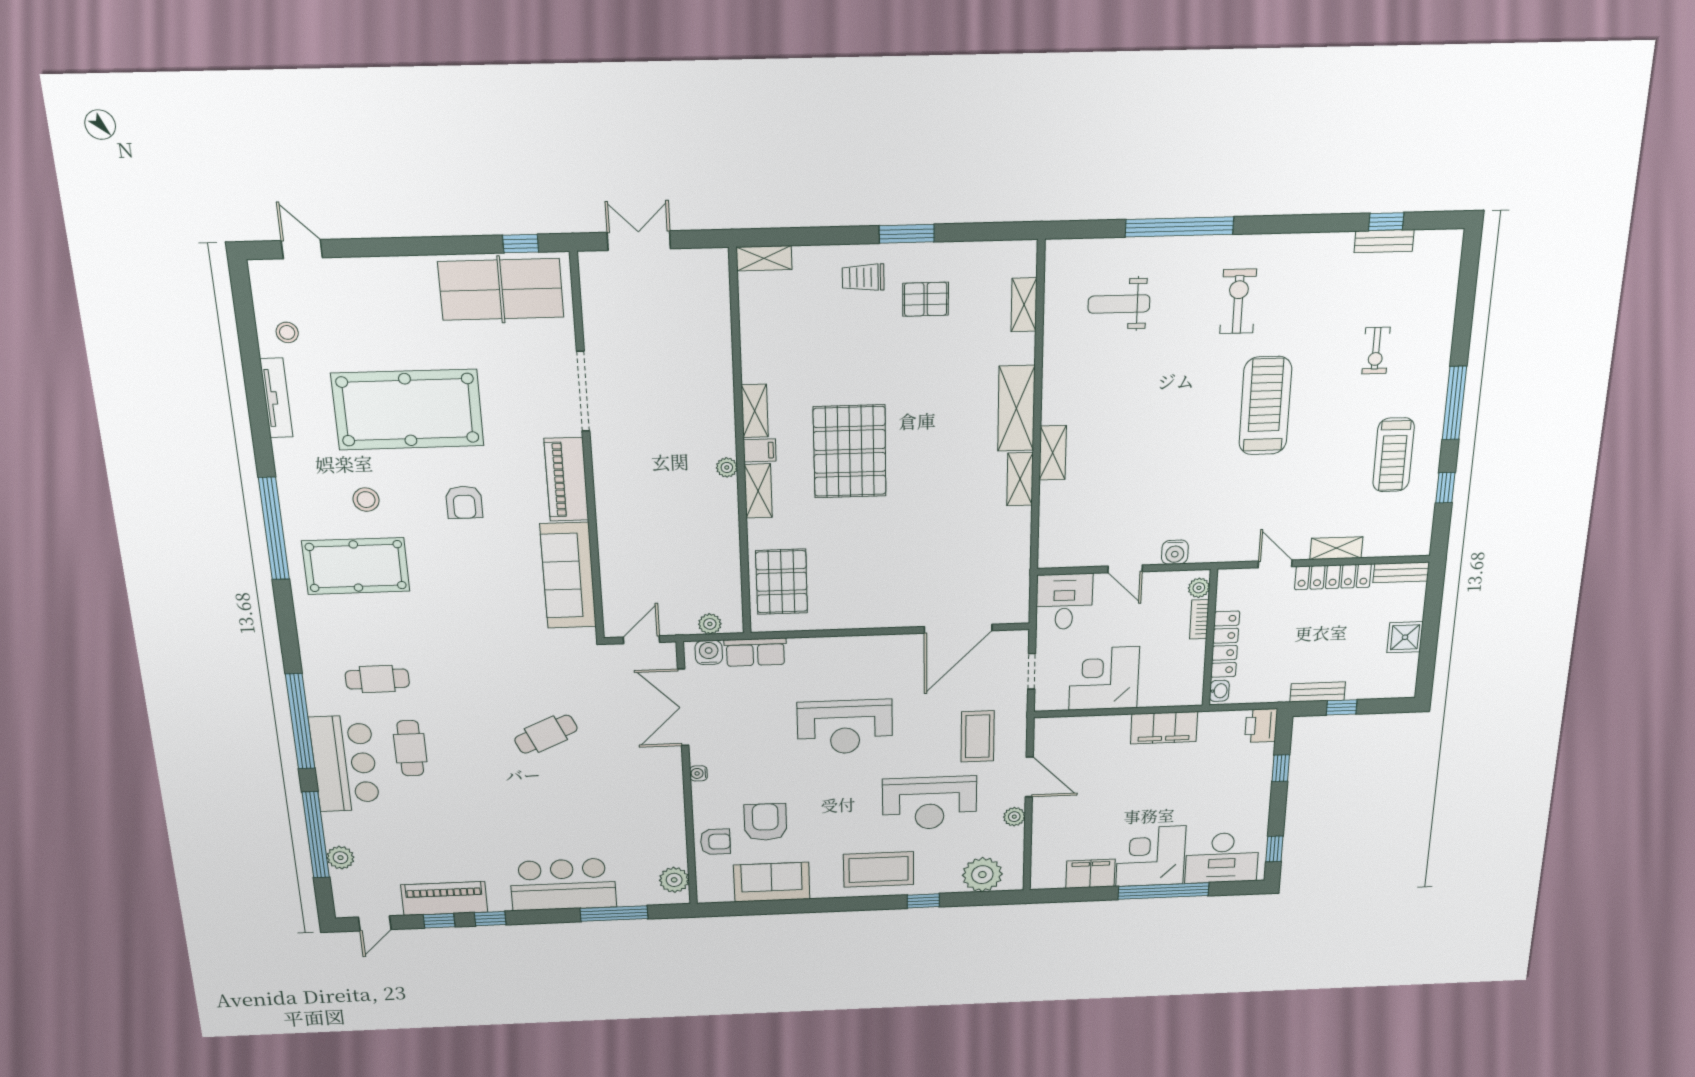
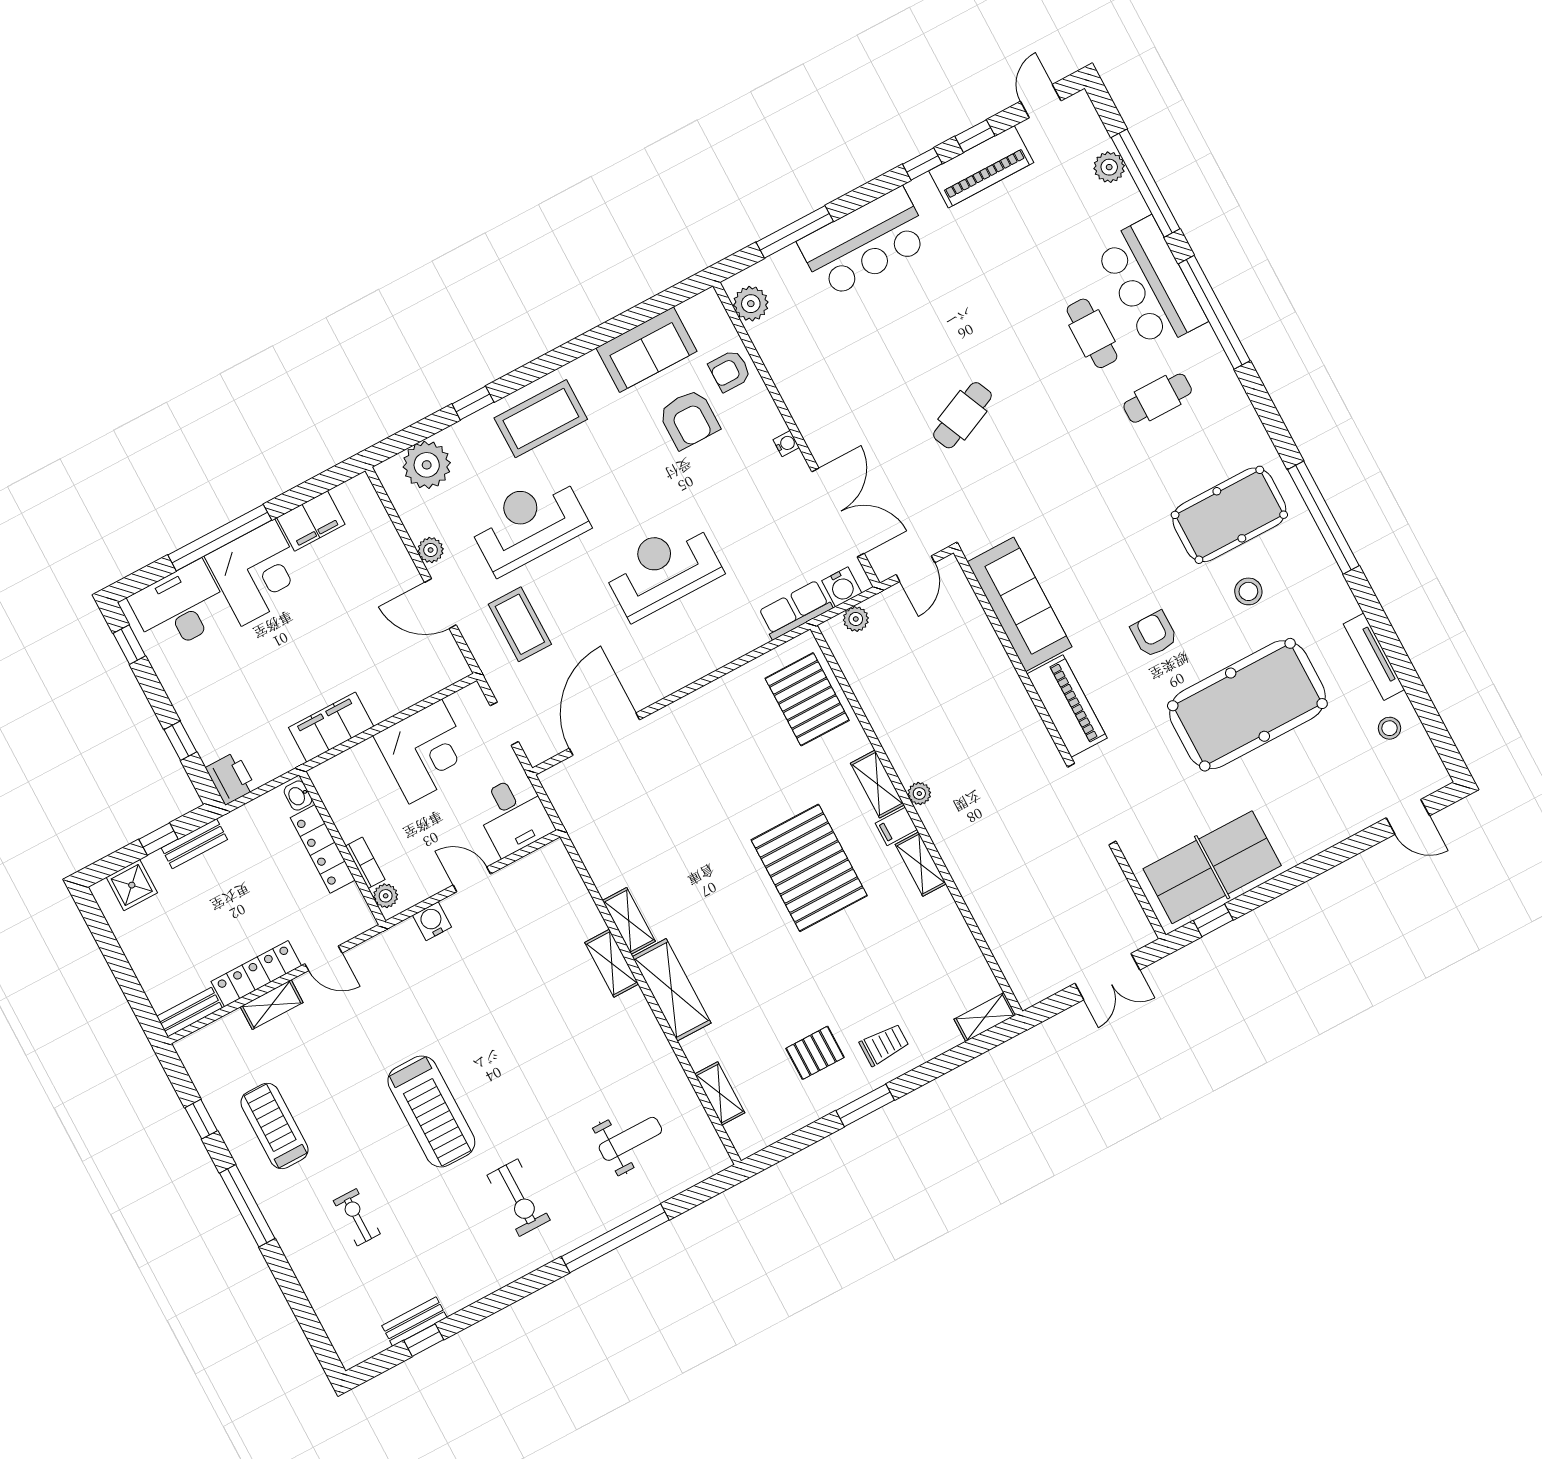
shower: (1405, 637) -> (132, 885), moved

